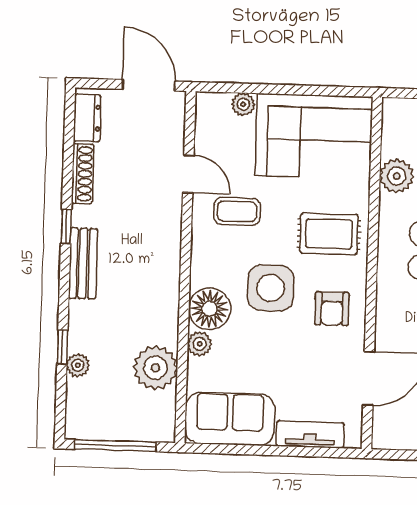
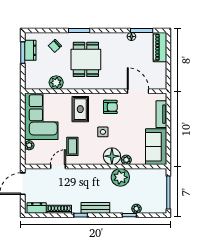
side table: (271, 288) -> (103, 132), width x0.54, depth x0.54
plant: (155, 368) -> (120, 177), moved

